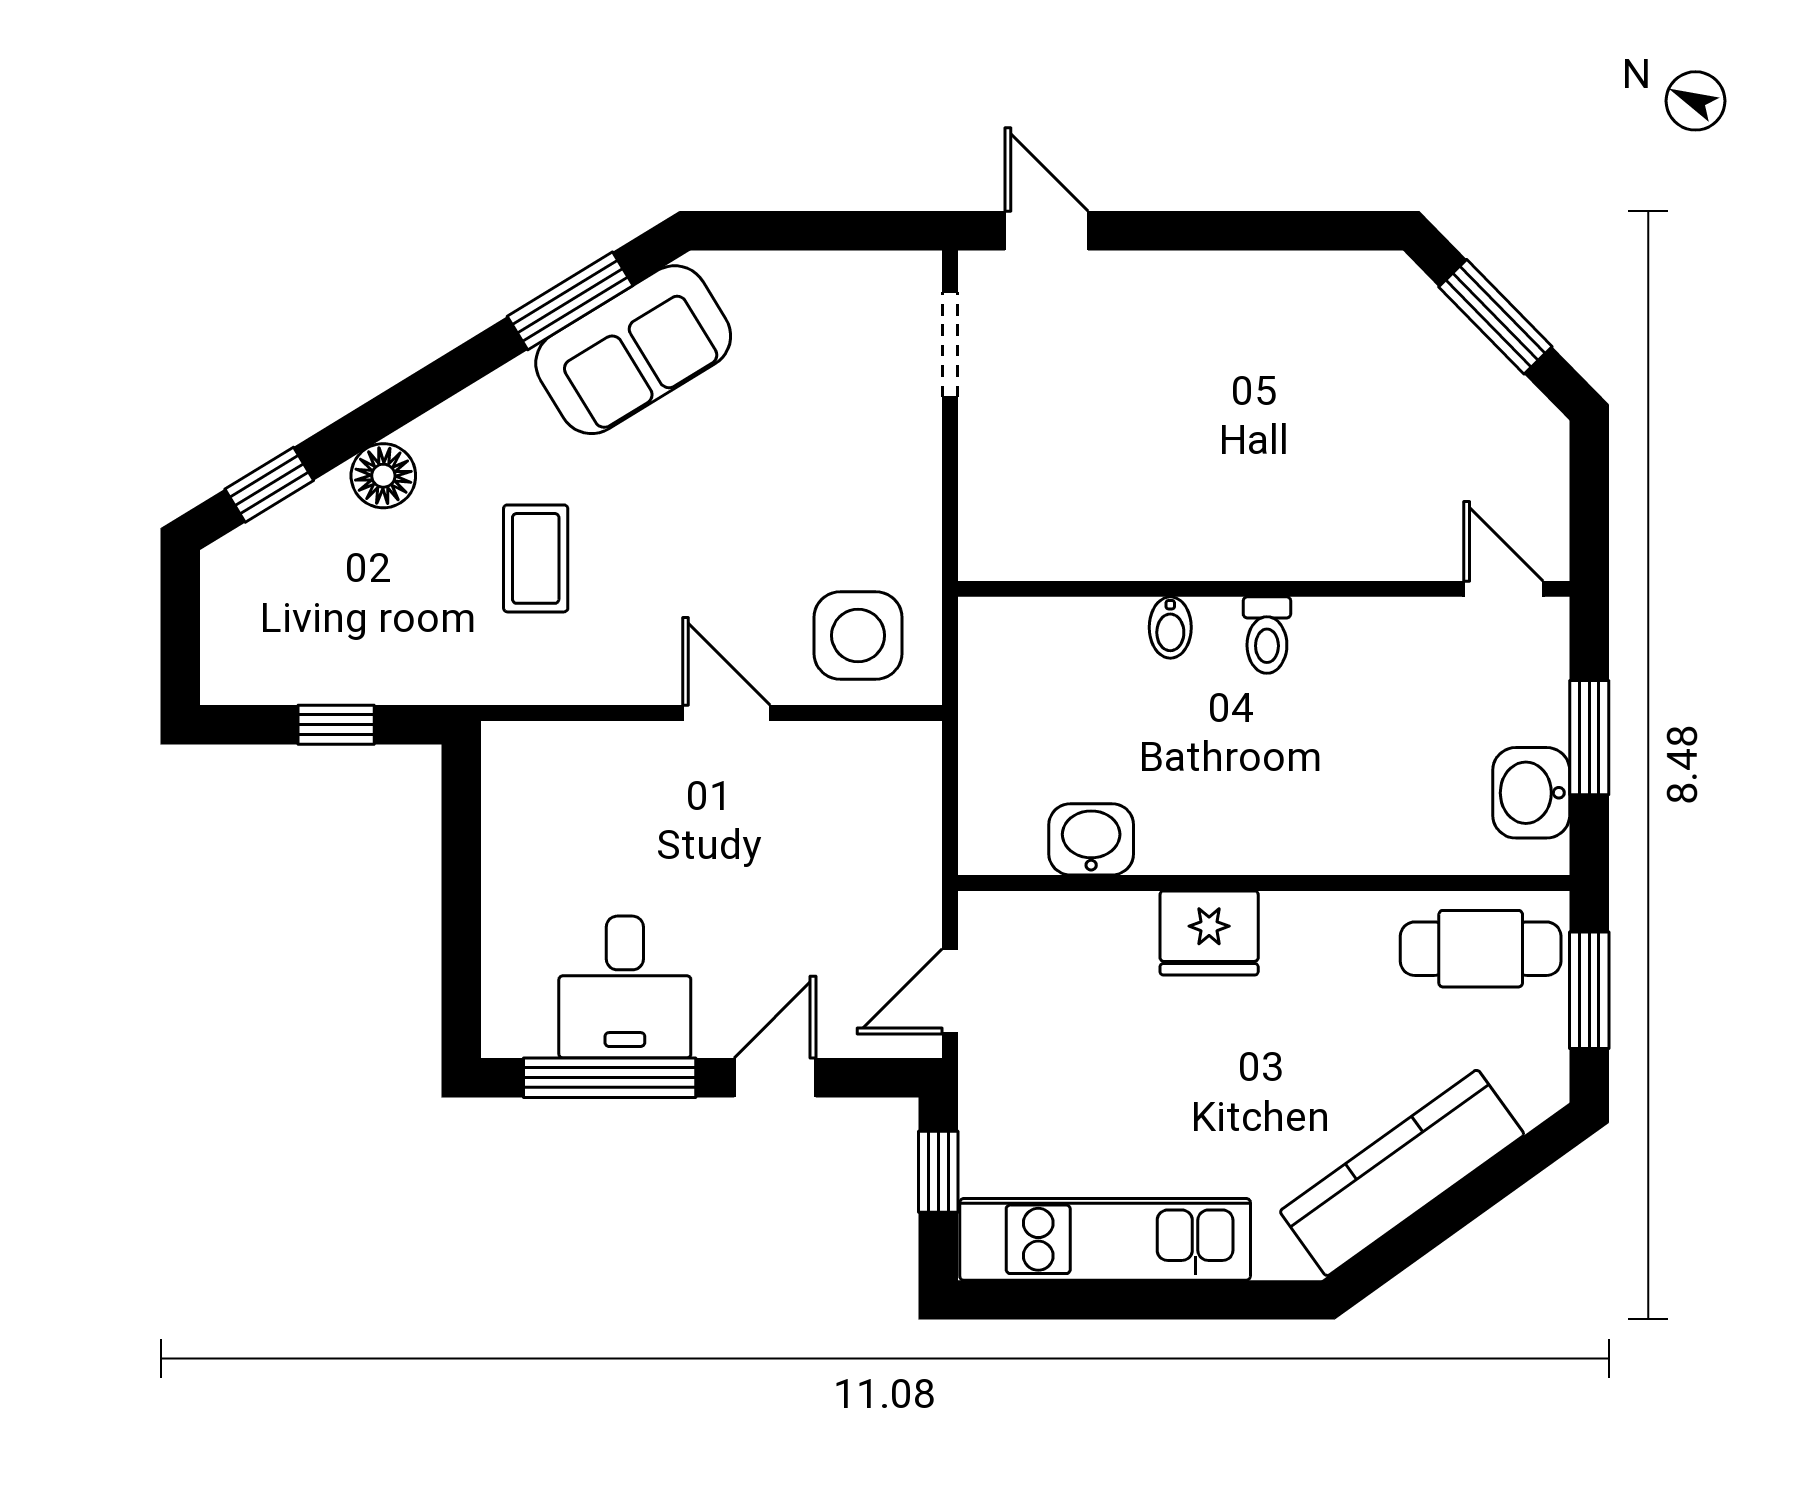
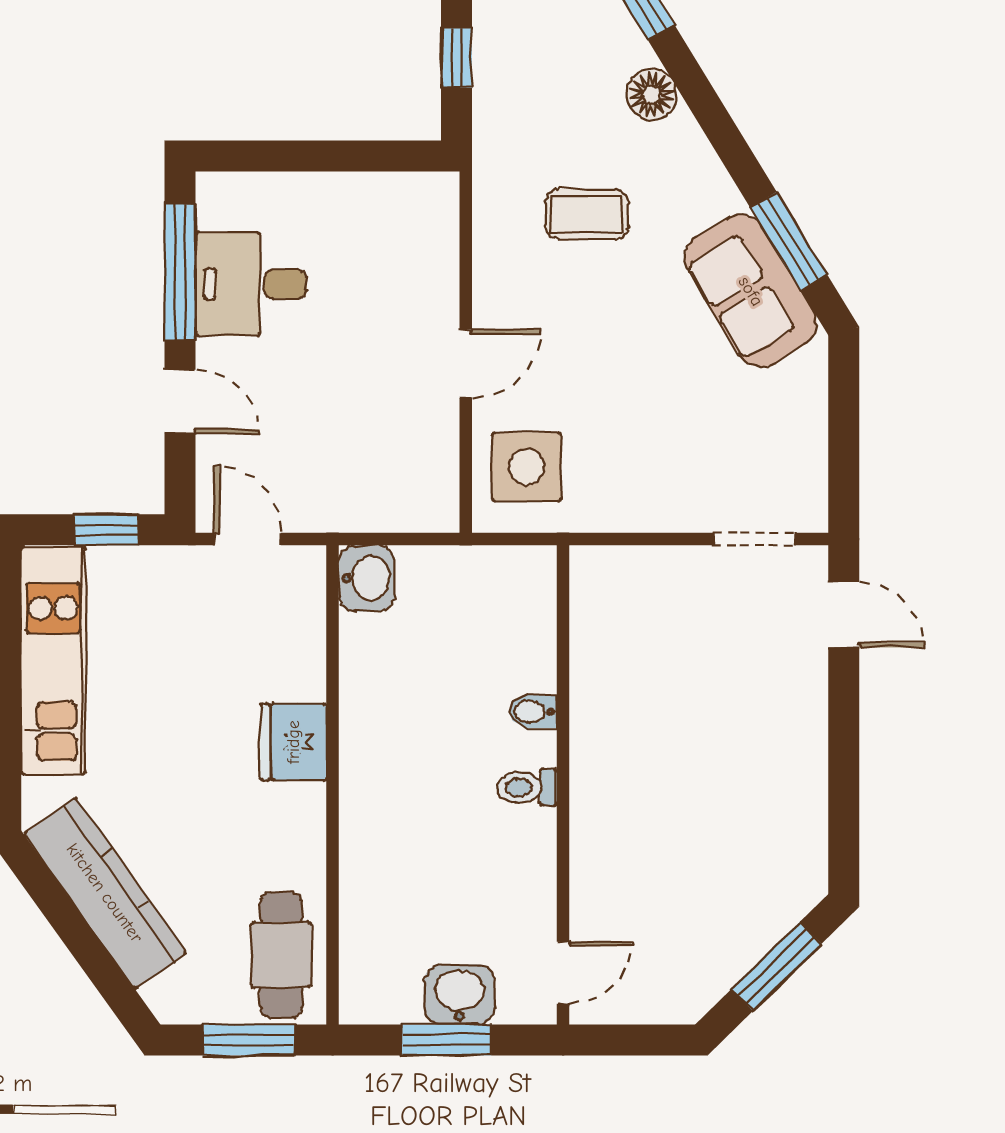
door: (1047, 231) -> (844, 615), hinge flipped
washbasin: (1531, 793) -> (459, 995), moved
washbasin: (1091, 839) -> (367, 578), moved

